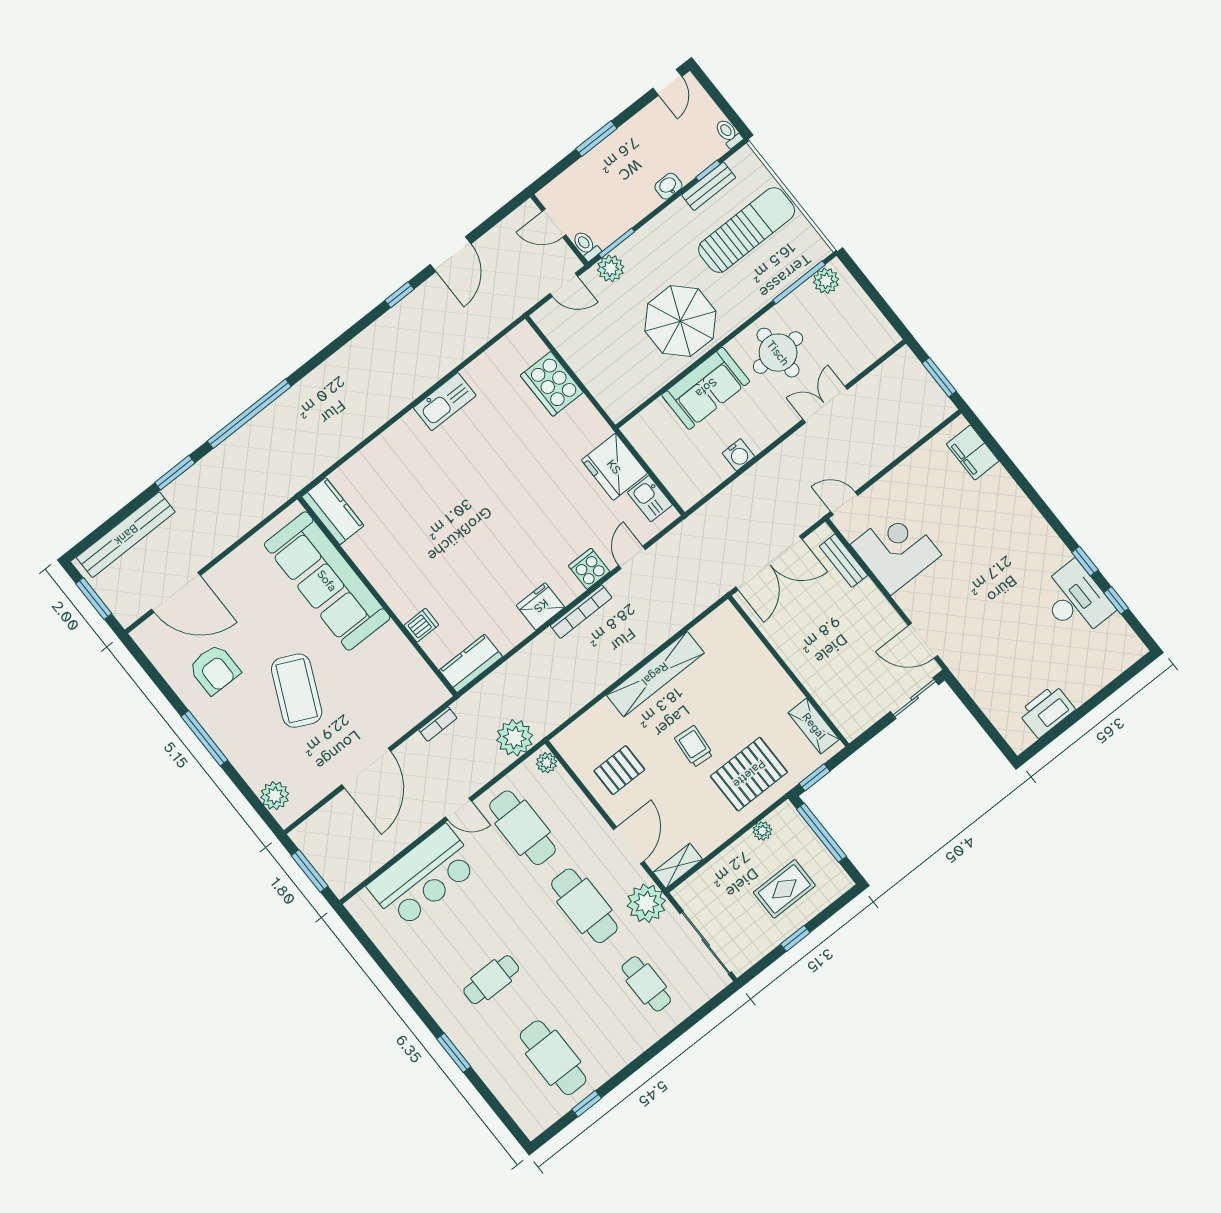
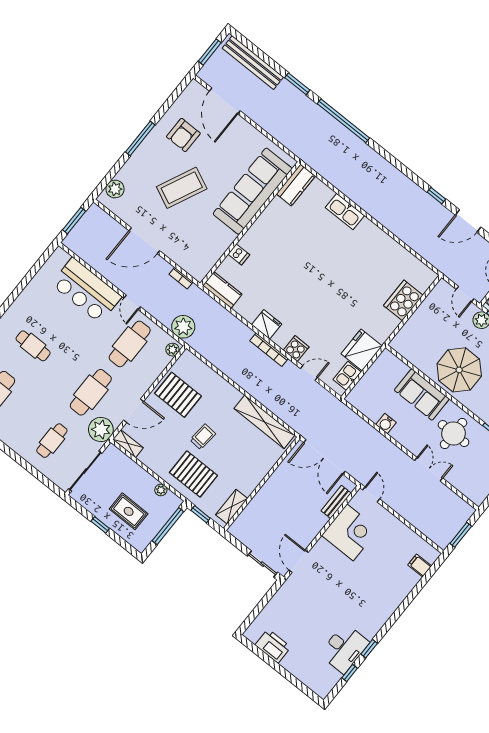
kitchen sink: (445, 402) -> (345, 212), moved
filing cabinet: (973, 452) -> (420, 566), width x0.50
shelving: (655, 674) -> (264, 422), moved
pallet: (619, 770) -> (178, 395), width x1.50, depth x1.42

